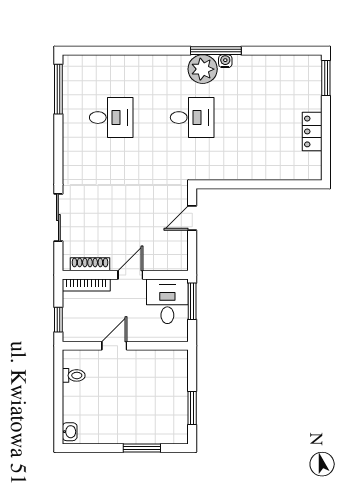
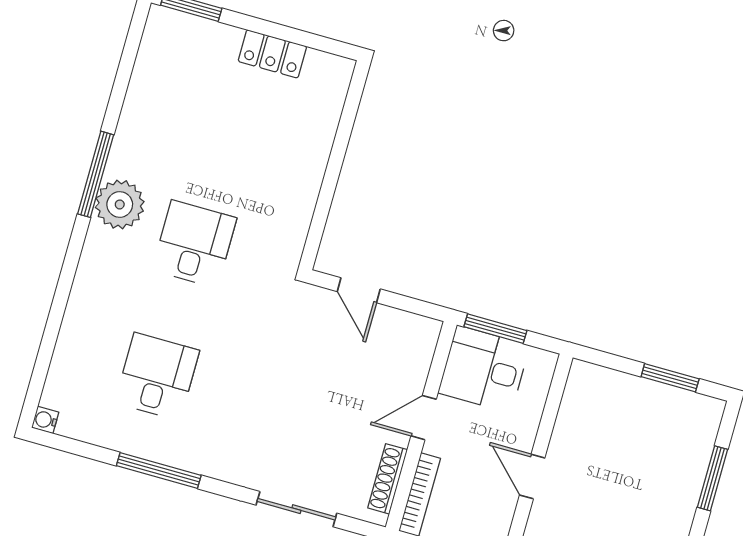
water cooler: (225, 61) -> (45, 420), moved
window: (58, 89) -> (159, 470), moved
door: (130, 275) -> (424, 418), hinge flipped

